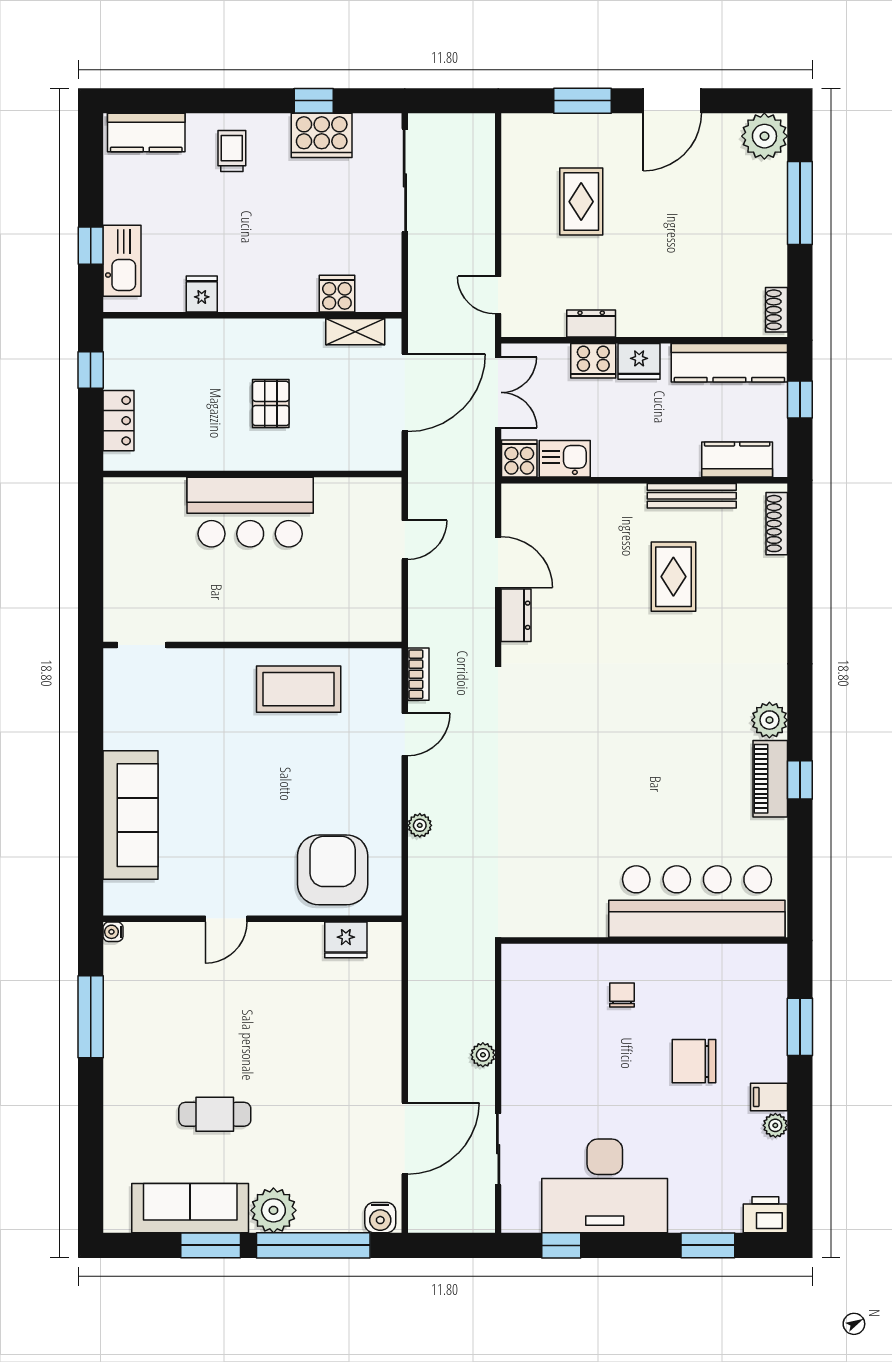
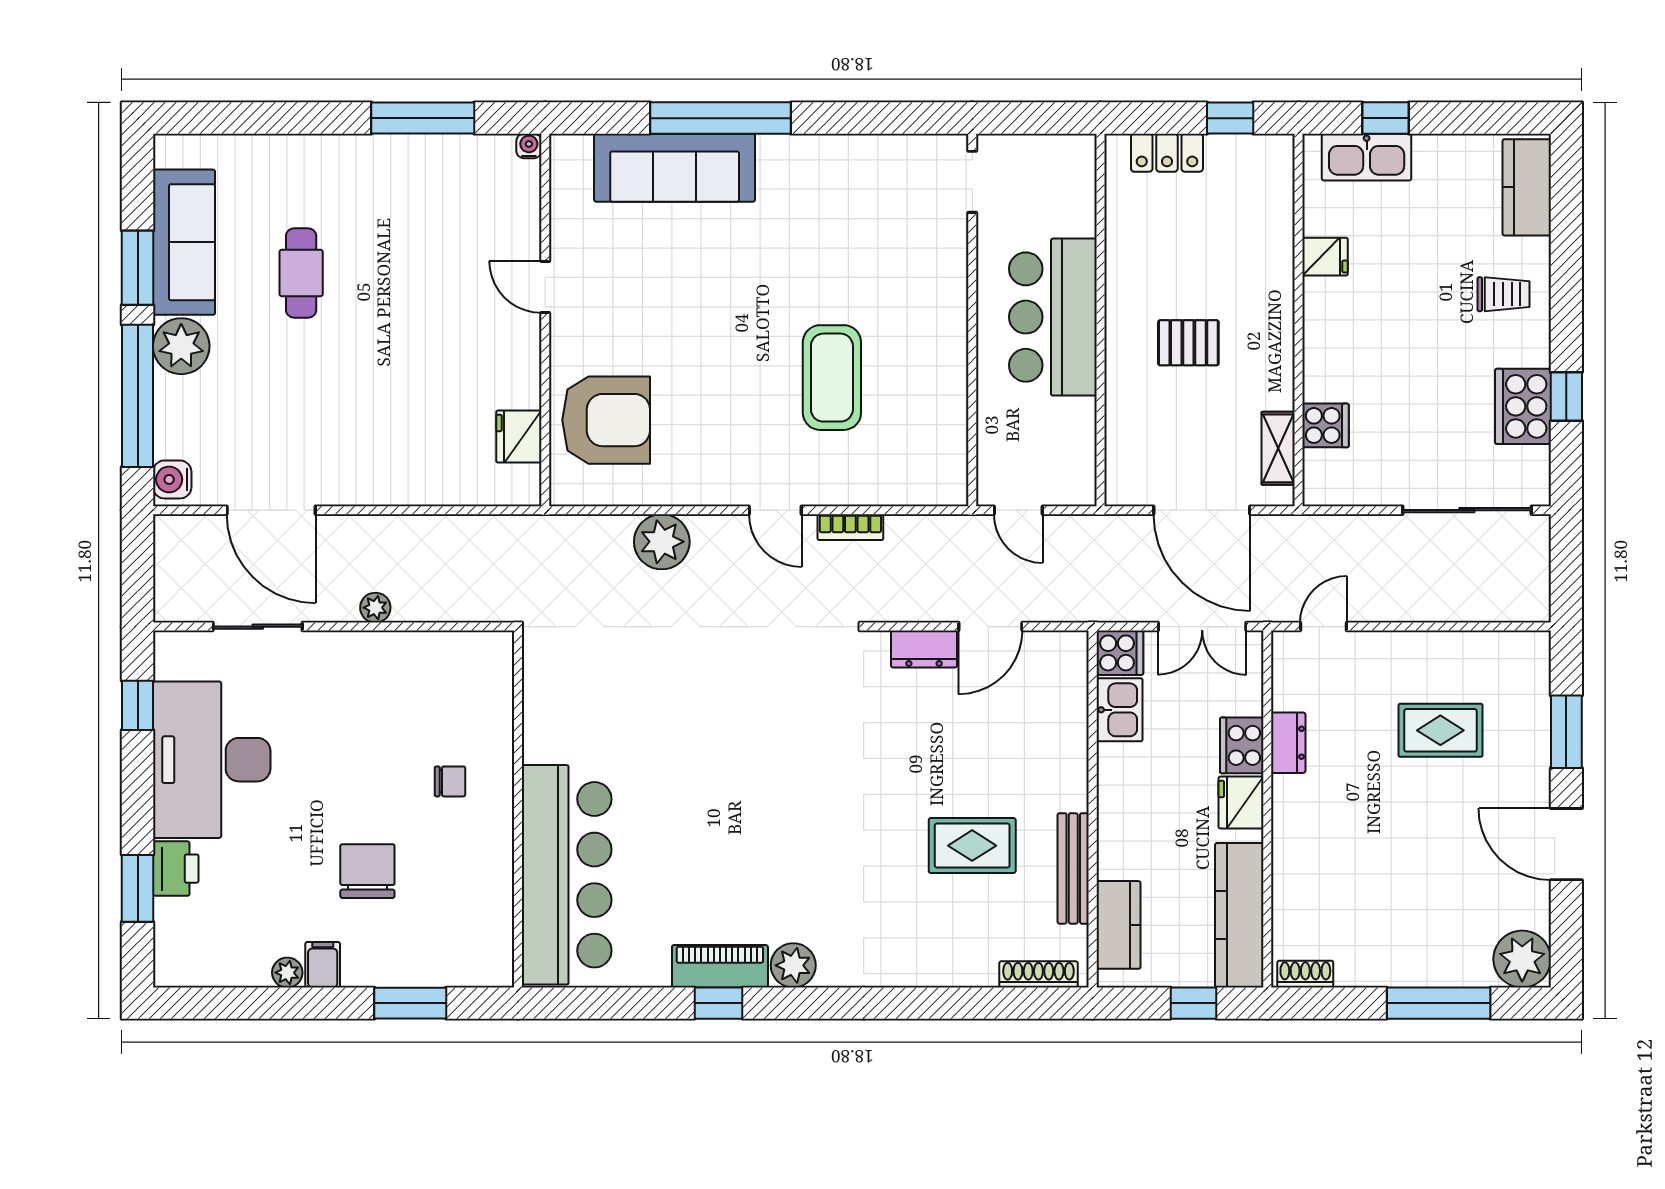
doorway: (142, 645) -> (972, 182), moved
wall: (252, 645) -> (972, 320), moved
window: (91, 778) -> (721, 118), added
plant: (420, 825) -> (662, 542), width x1.88, depth x1.88
printer: (765, 1215) -> (176, 869), moved

